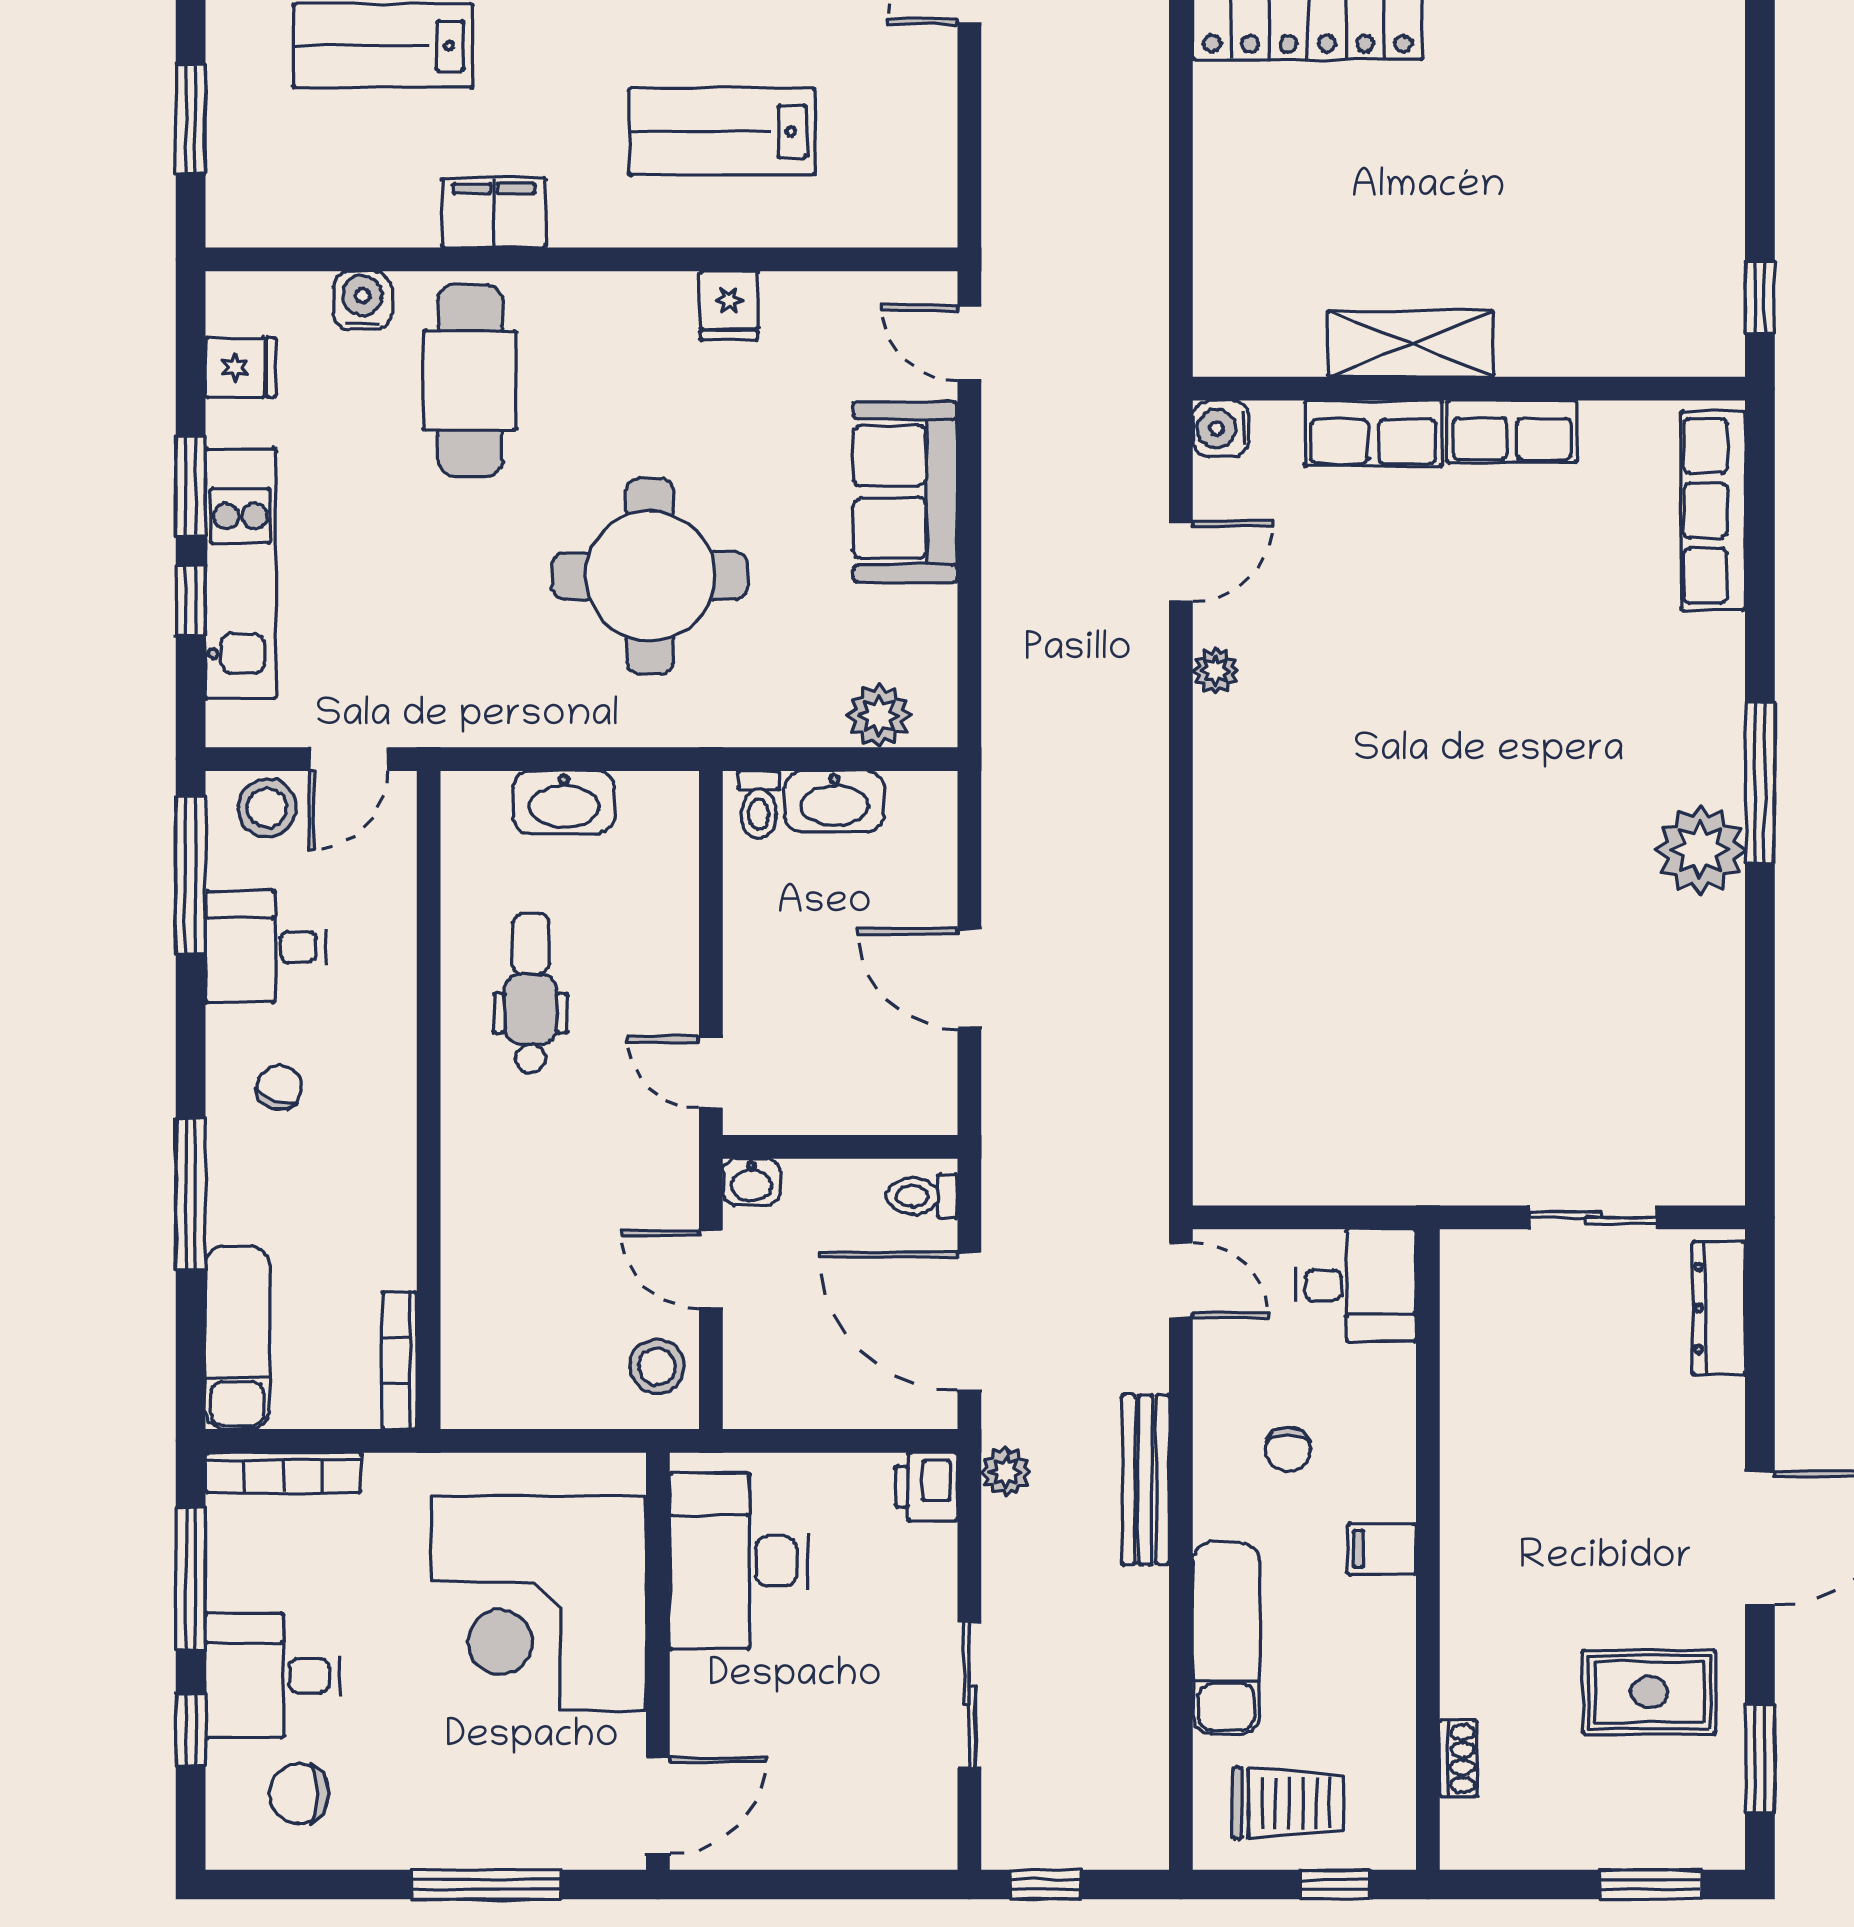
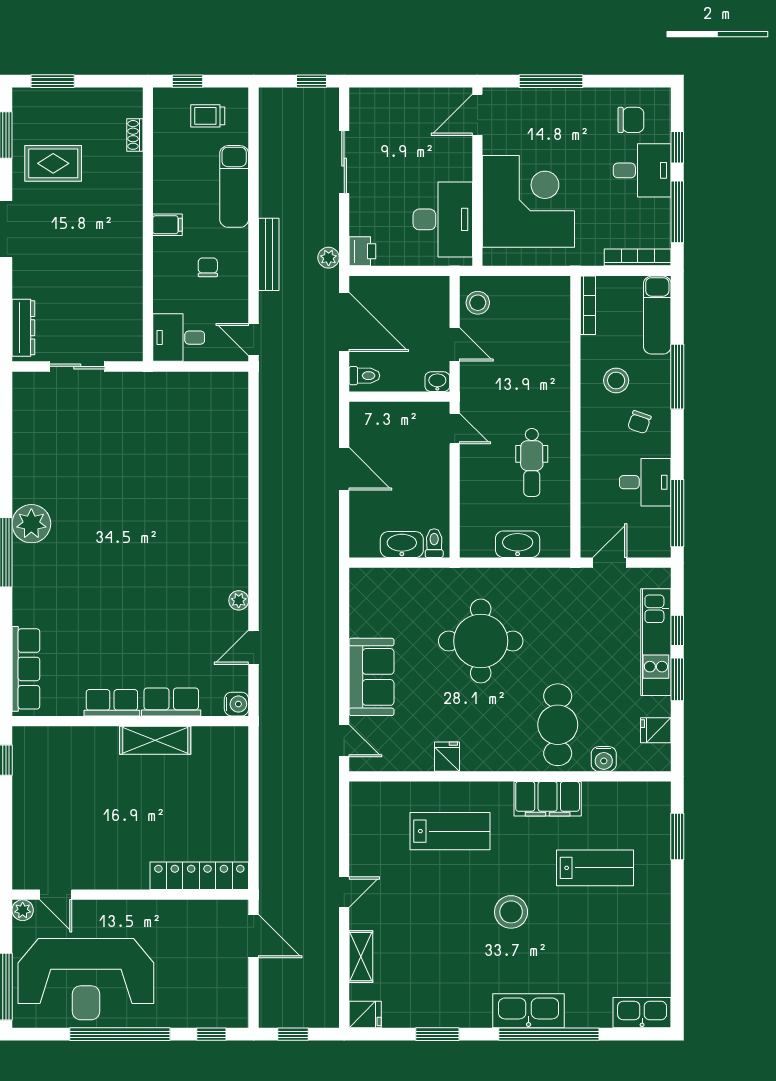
filing cabinet: (494, 213) -> (548, 799), width x1.50, depth x1.17
plant: (879, 716) -> (383, 581), removed
stool: (267, 808) -> (616, 380), moved
trolley: (1288, 1803) -> (208, 116), width x0.73, depth x0.72

